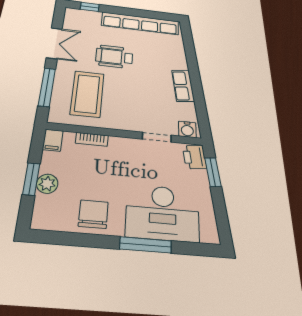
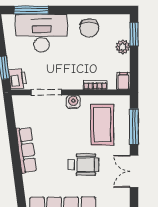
row of seats: (183, 86) -> (26, 150), width x1.48
water cooler: (187, 129) -> (73, 102), moved
doorway: (157, 137) -> (46, 92), width x1.38
window: (31, 179) -> (134, 34), moved
window: (146, 245) -> (31, 10), moved

